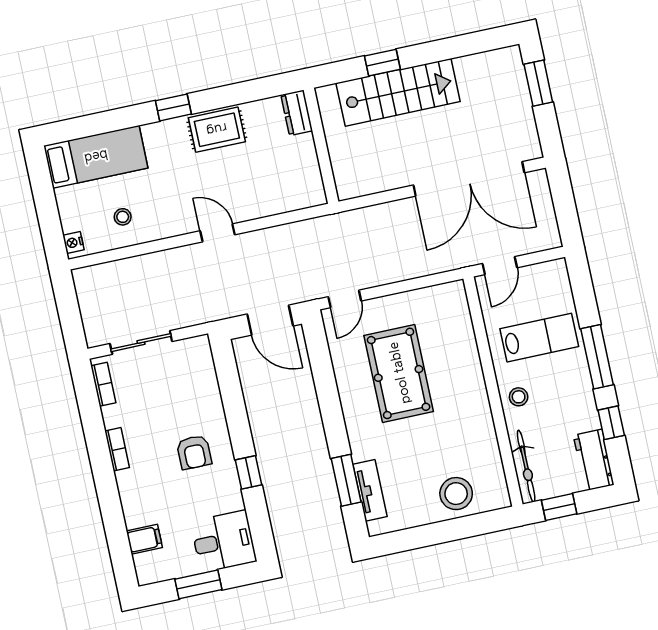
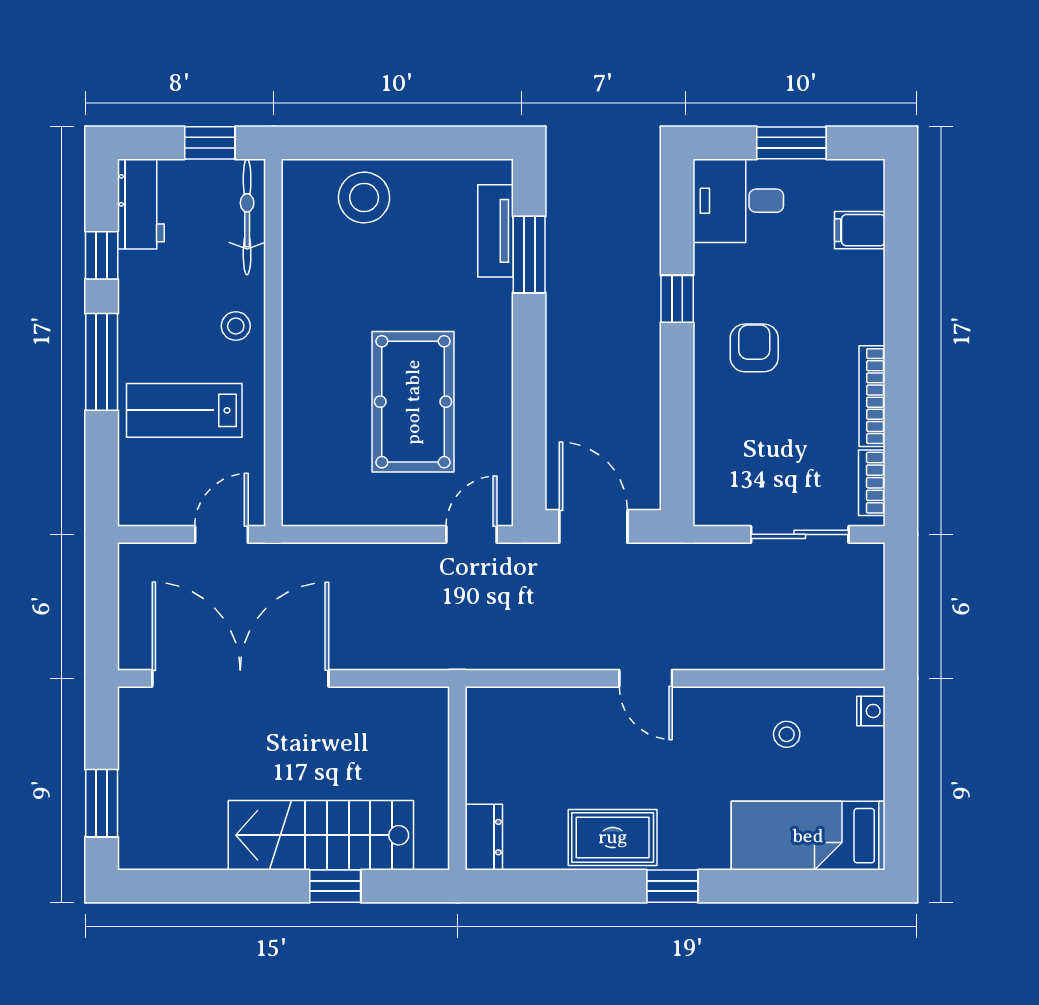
bookcase: (117, 449) -> (872, 396), width x1.56

